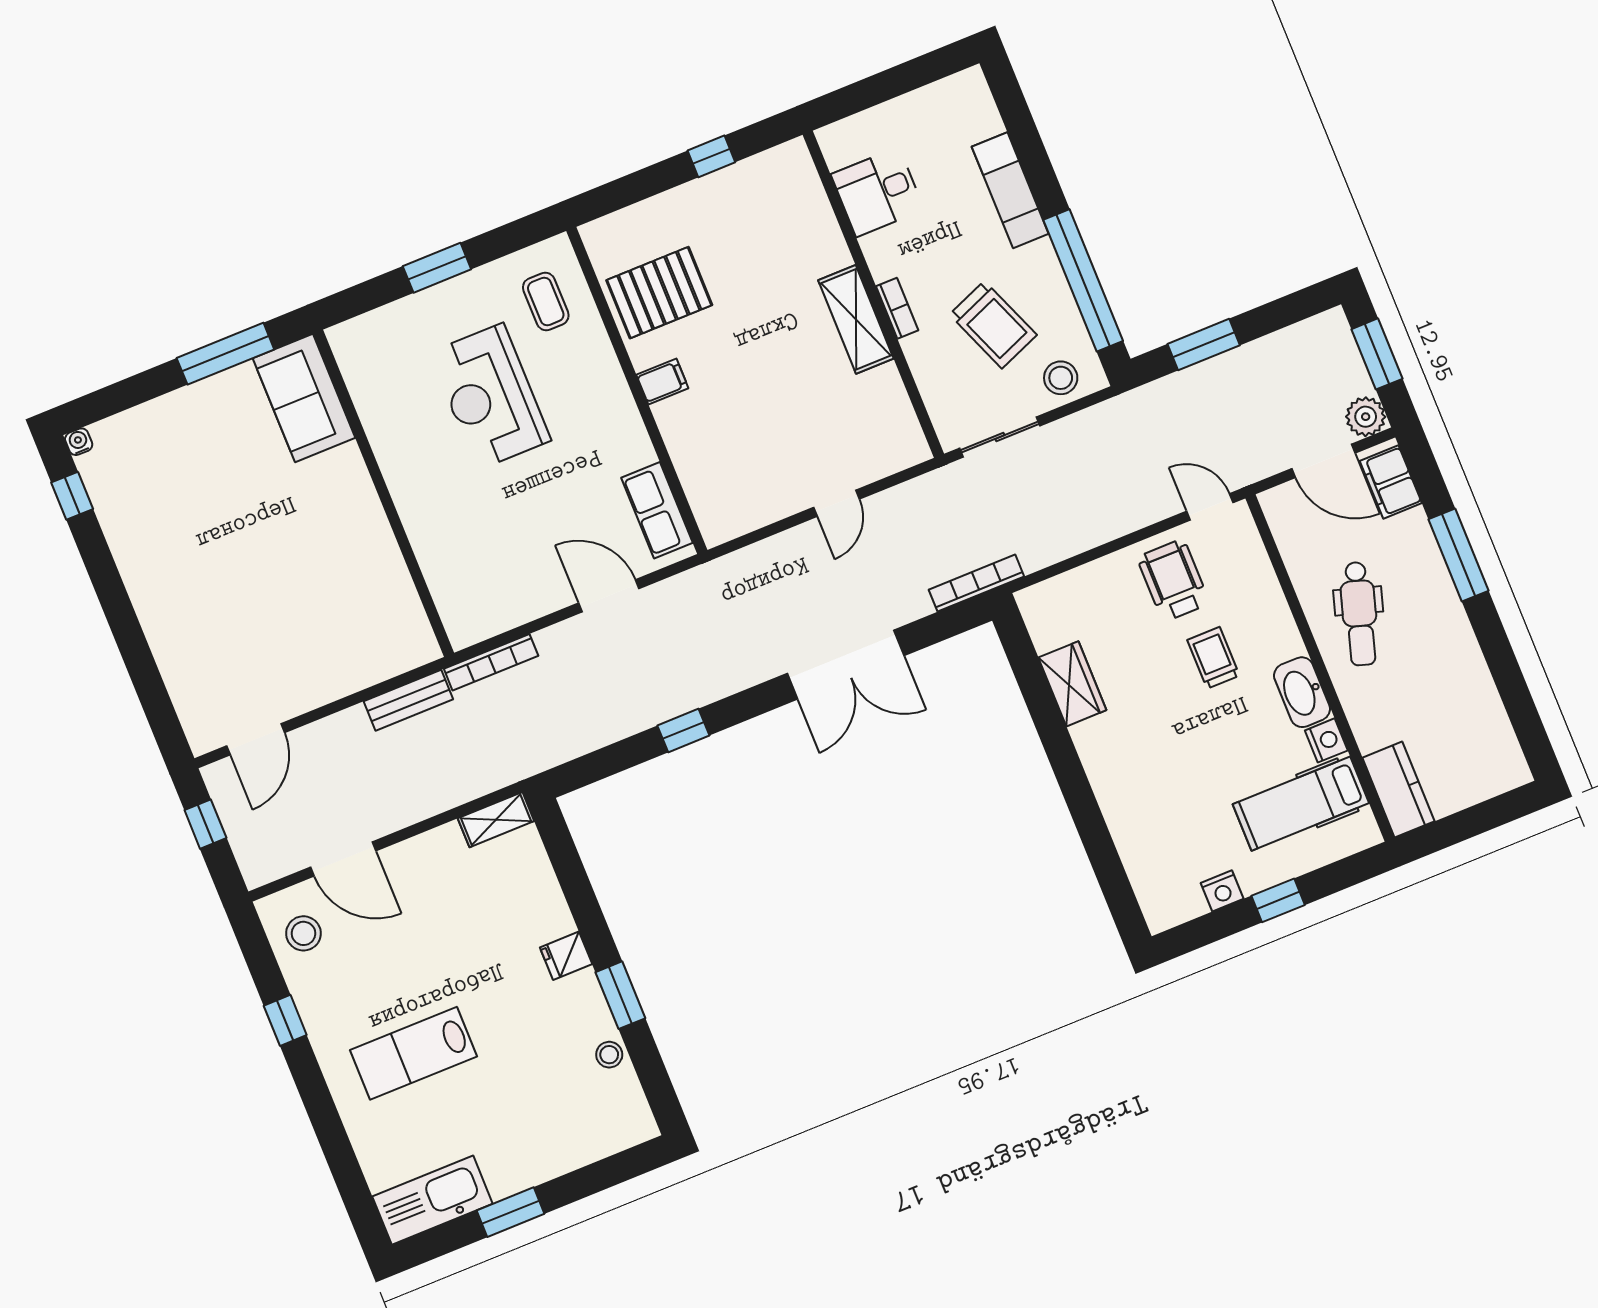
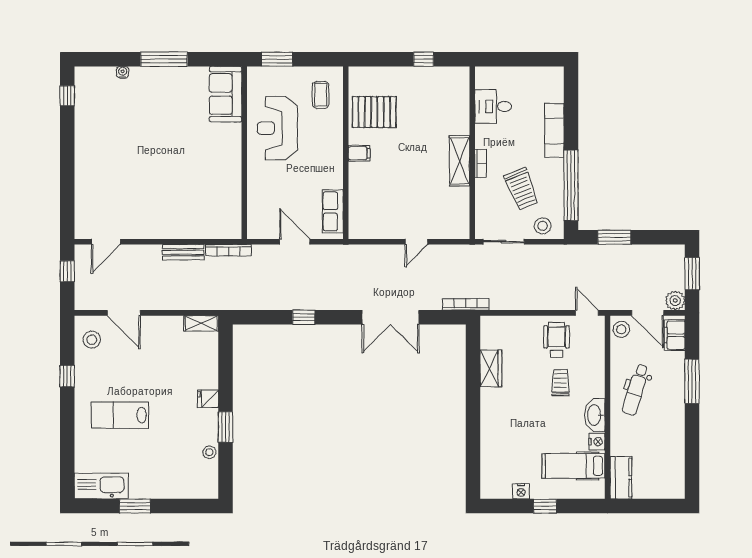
sofa: (304, 398) -> (226, 94), moved
water cooler: (79, 442) -> (123, 72), moved
wall: (384, 493) -> (244, 153), moved
stool: (1287, 512) -> (621, 329), added

